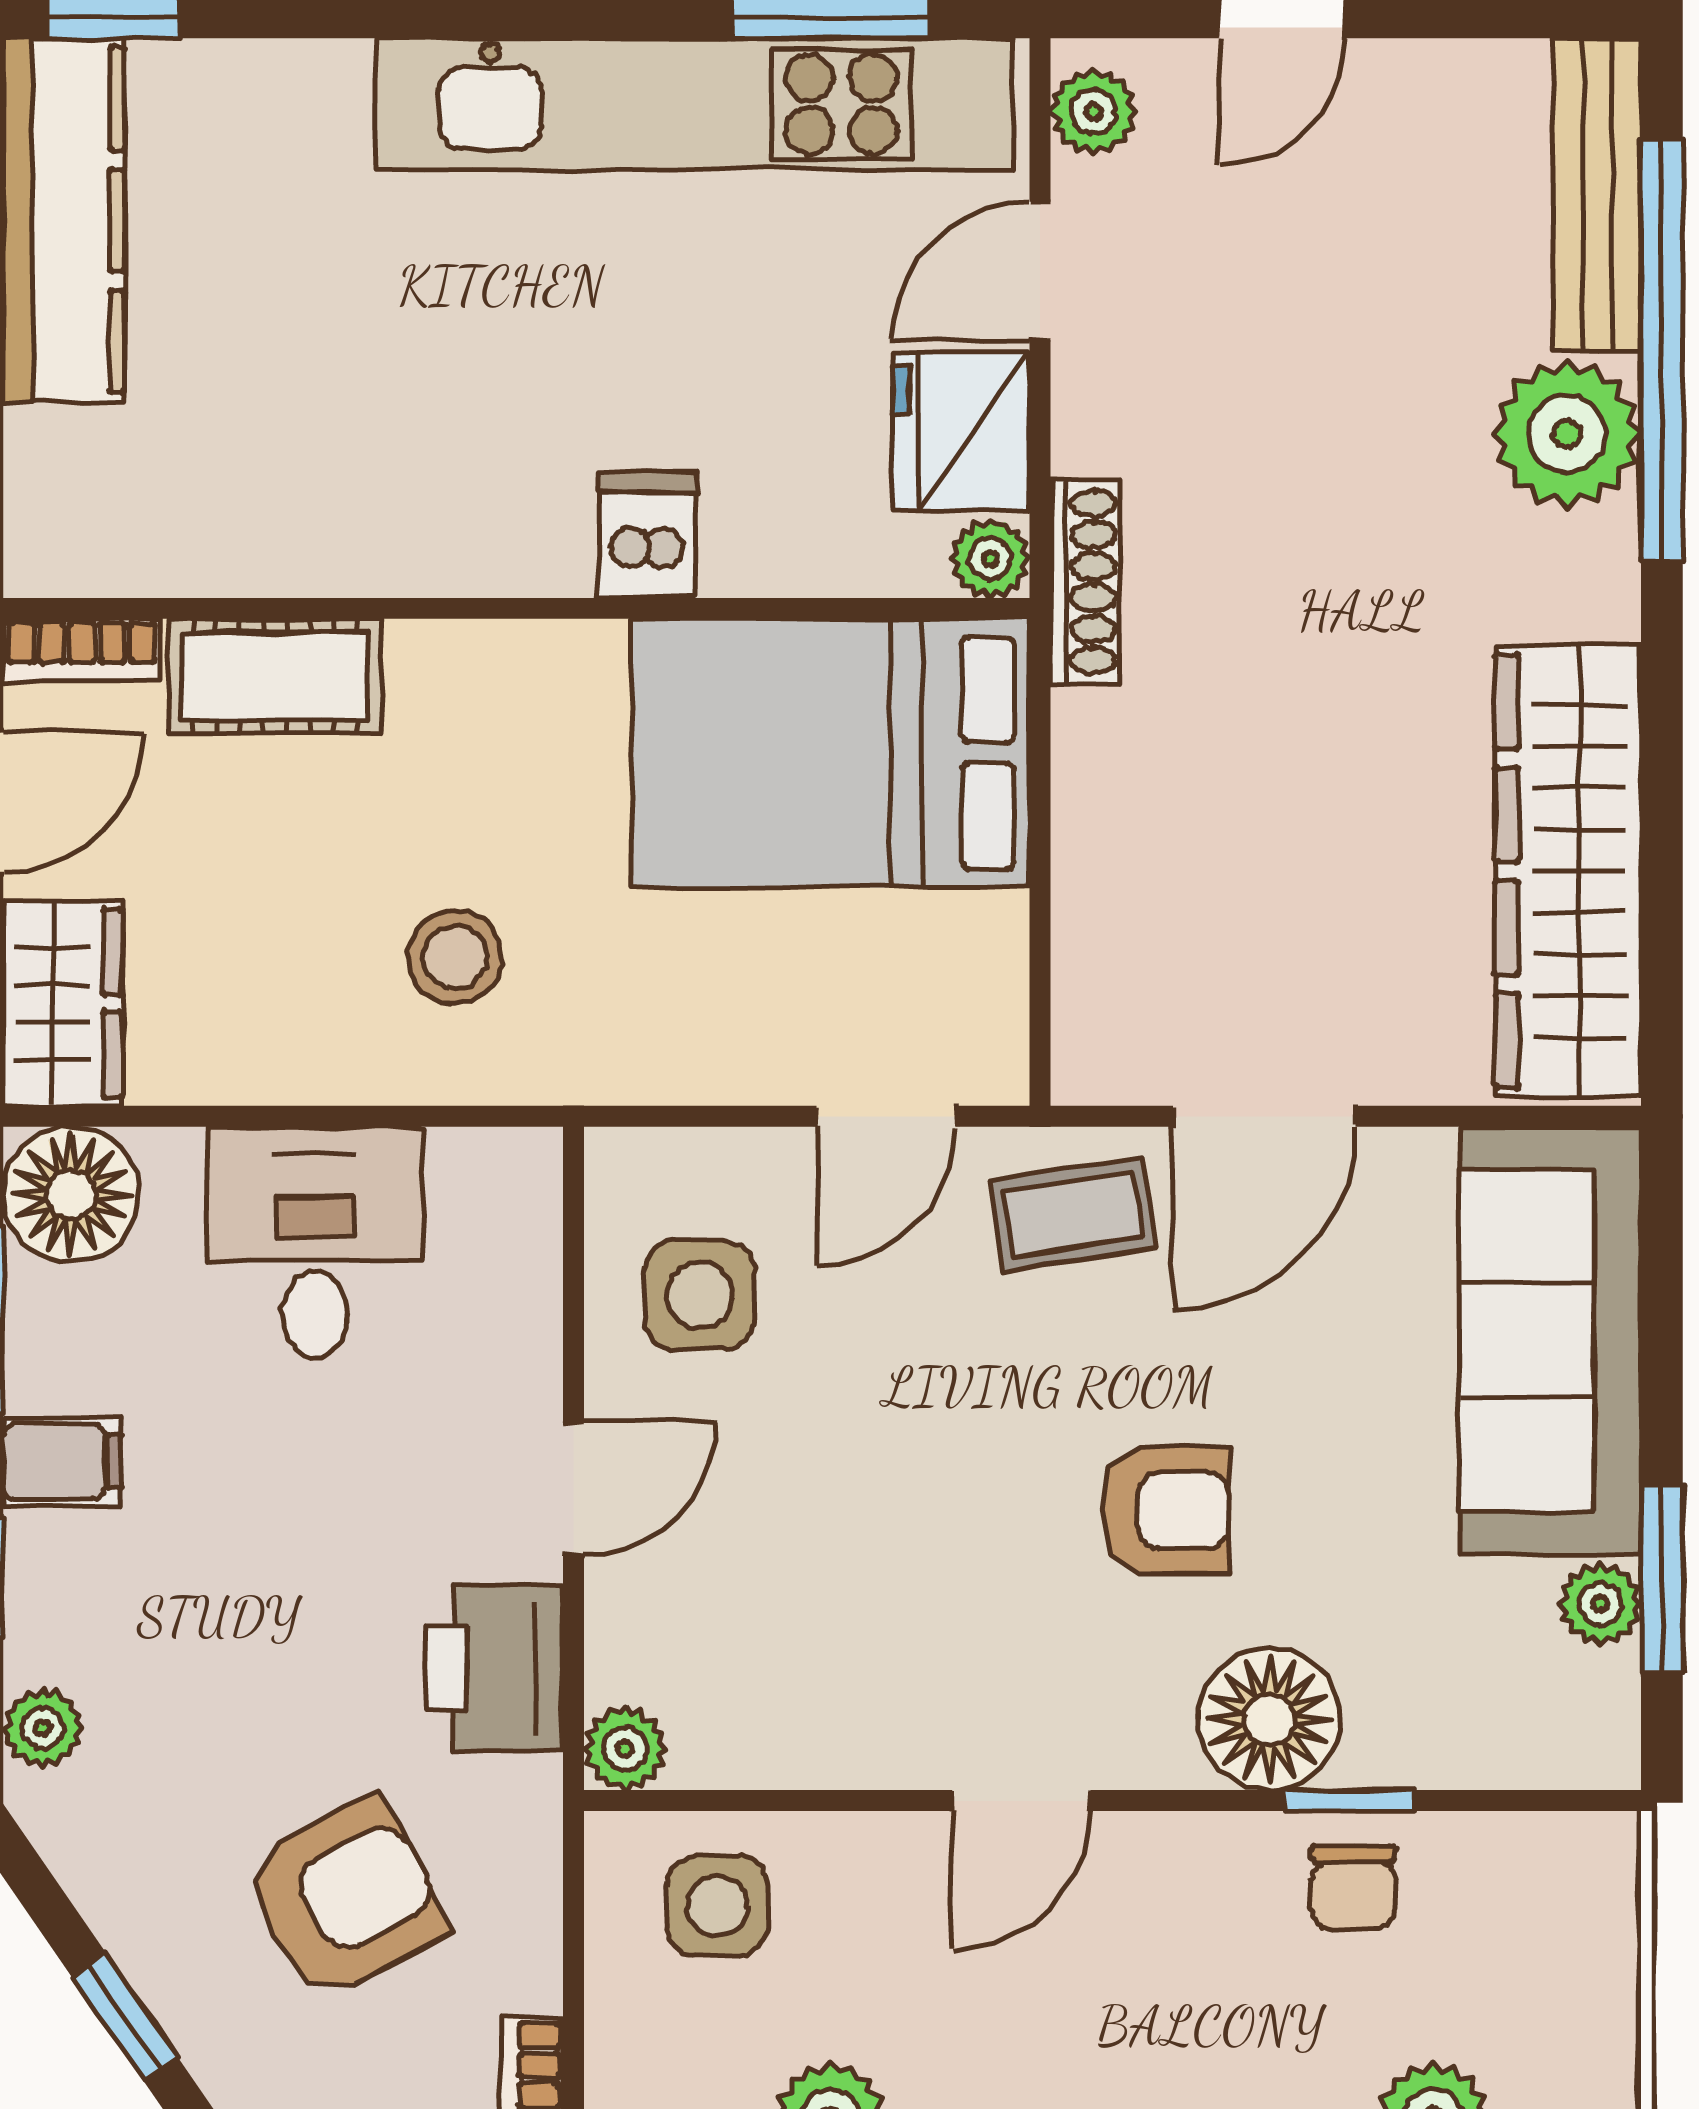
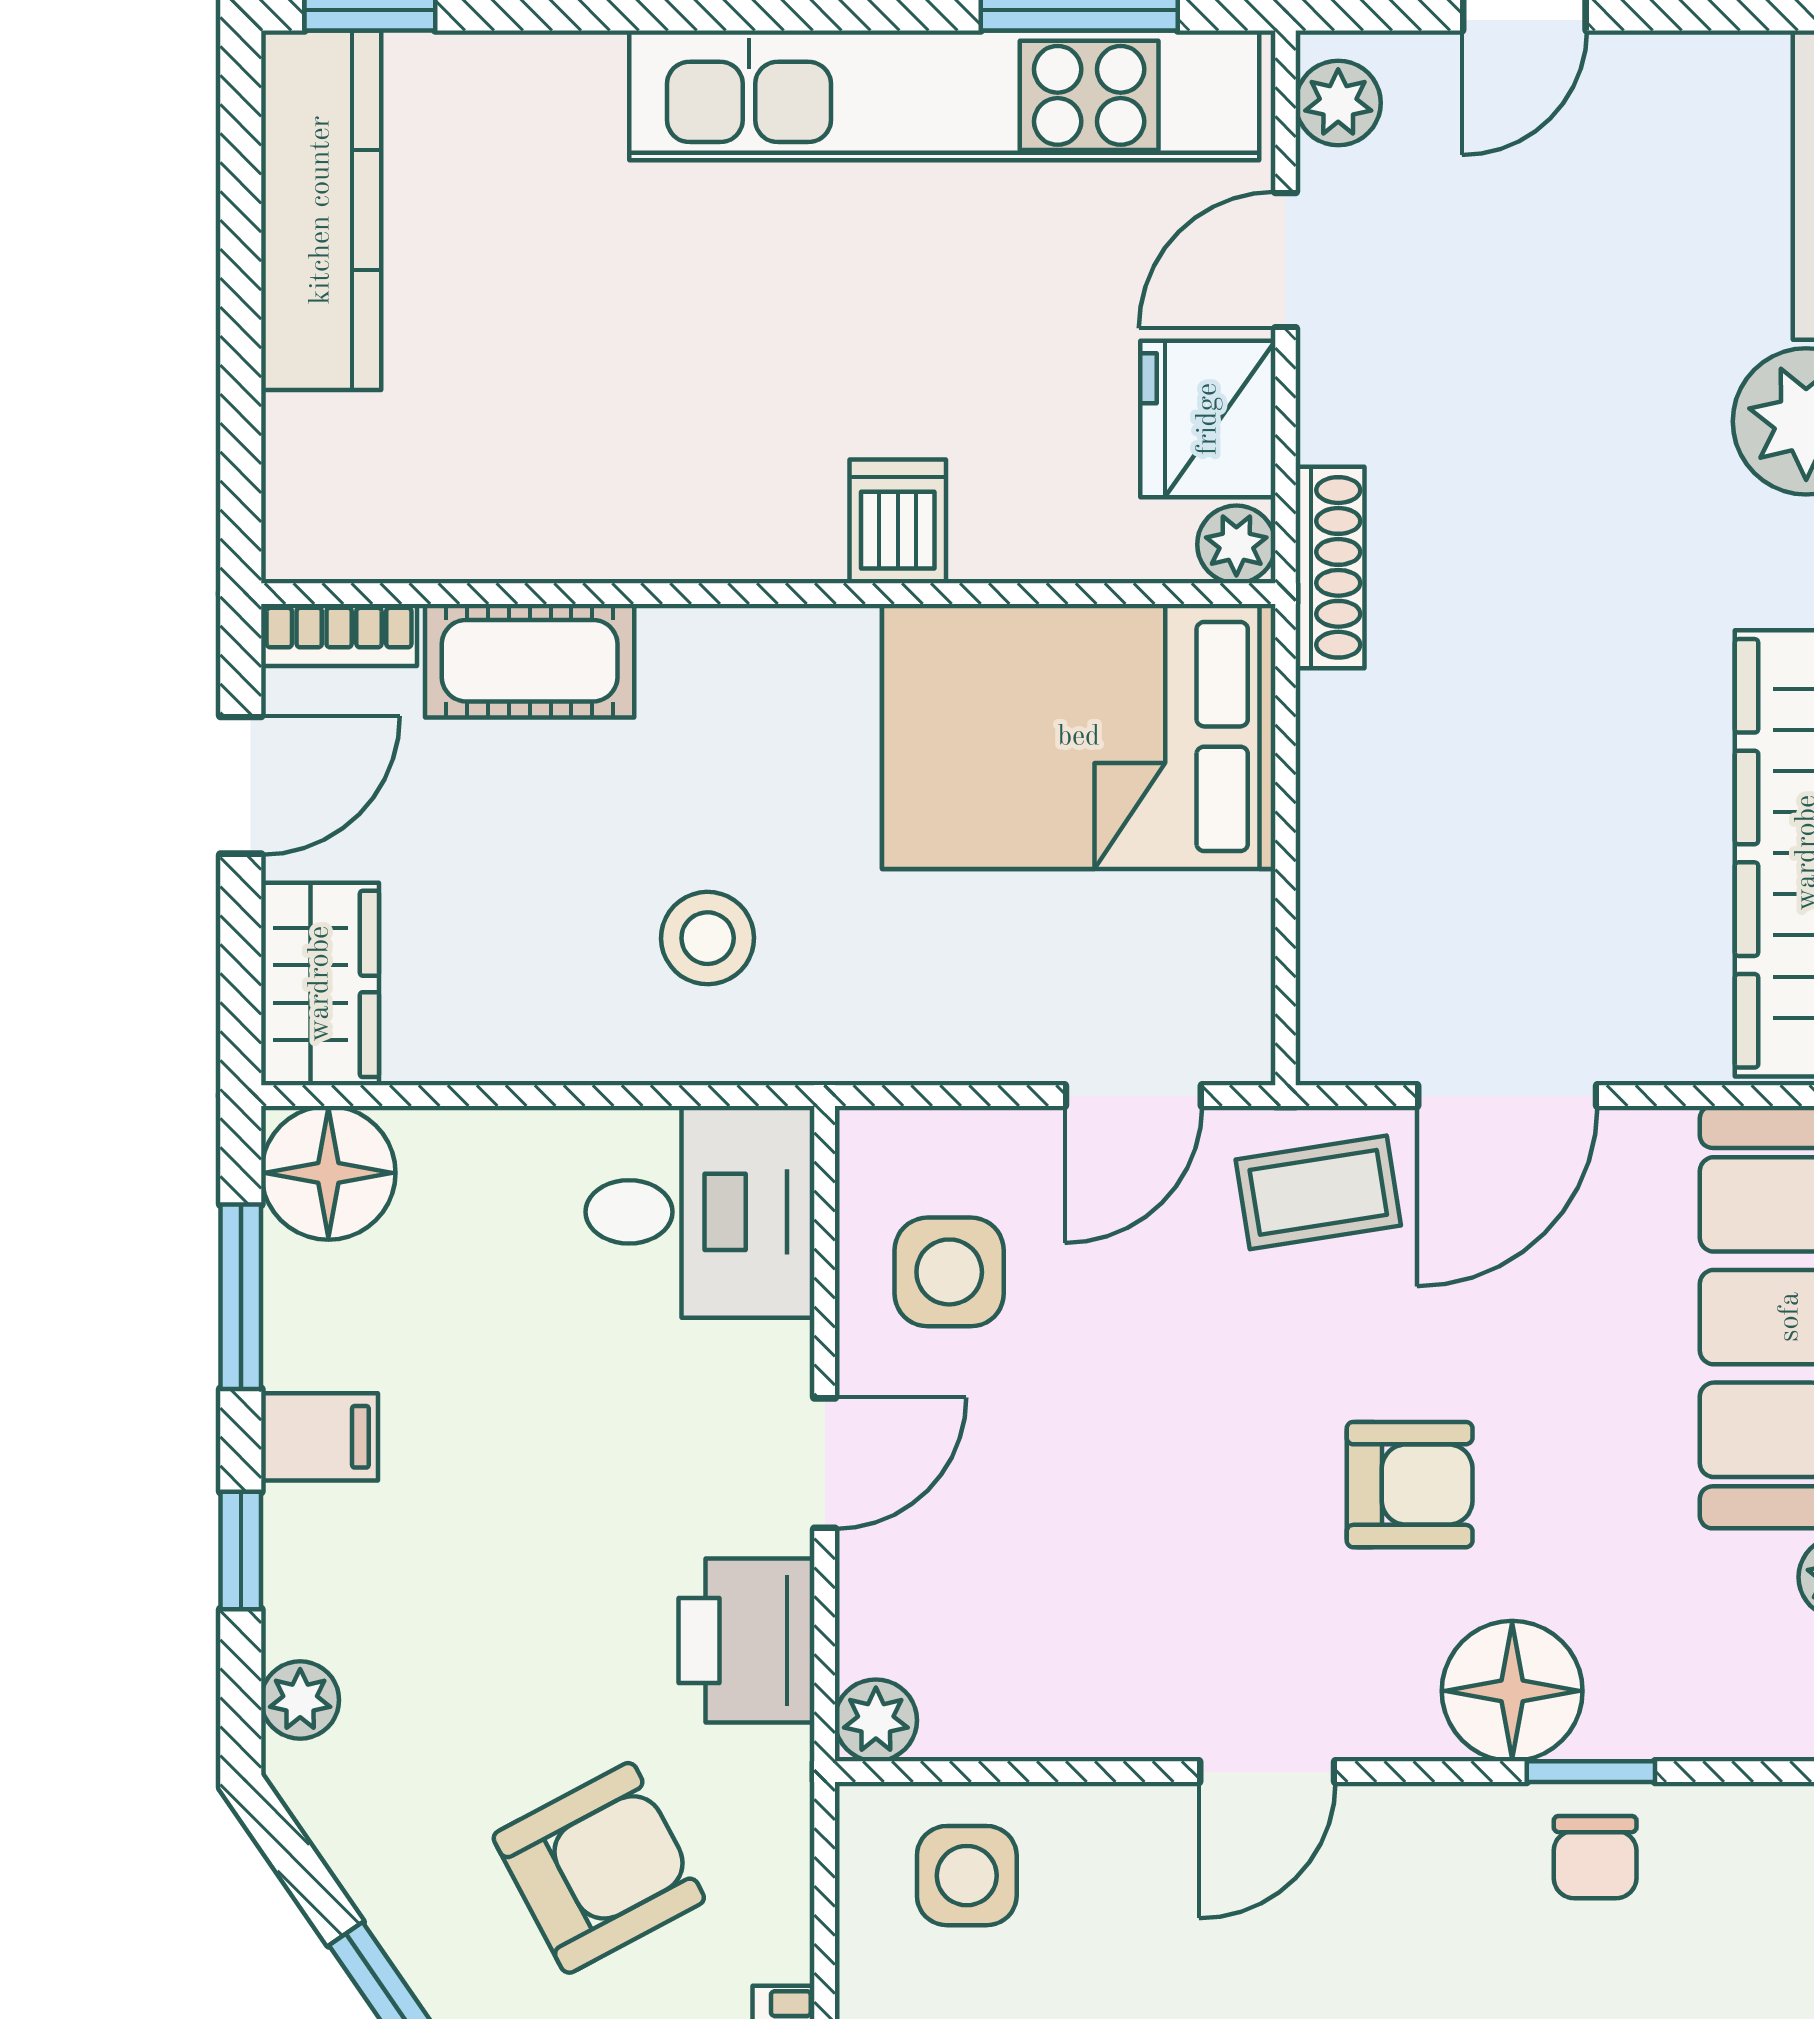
desk: (315, 1243) -> (700, 1212), moved, turned 90

